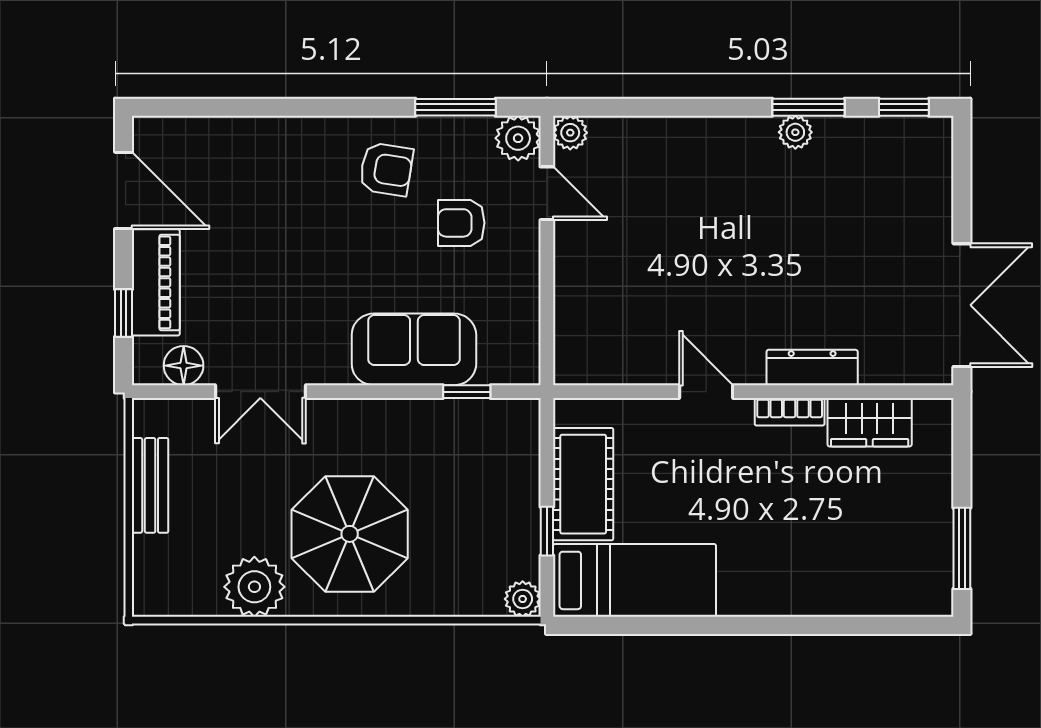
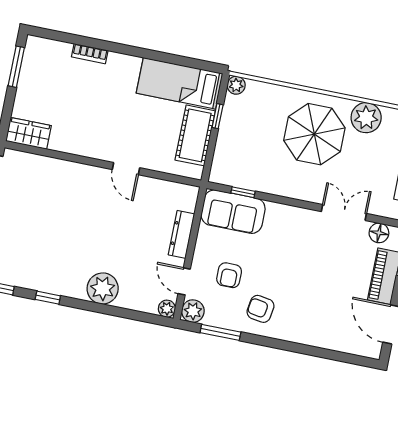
window: (808, 107) -> (48, 298), width x0.67
plant: (795, 132) -> (103, 288), moved, width x1.88, depth x1.88
armchair: (461, 223) -> (229, 275), turned 90
sofa: (414, 349) -> (233, 212), moved
dresser: (812, 367) -> (181, 234), moved, turned 90
bookcase: (790, 412) -> (90, 54), moved, turned 180
wardrobe: (870, 422) -> (28, 133), moved

